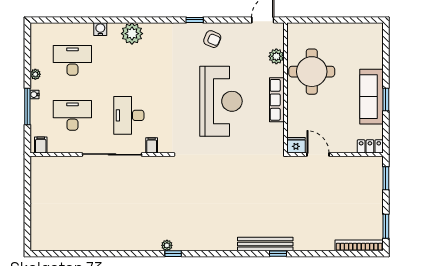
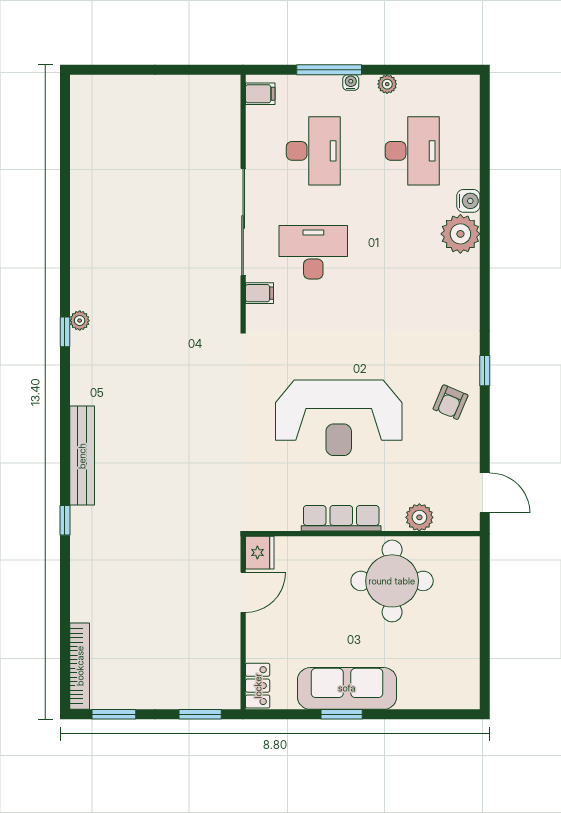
plant: (132, 34) -> (460, 234), moved
bench: (265, 244) -> (82, 456), moved

